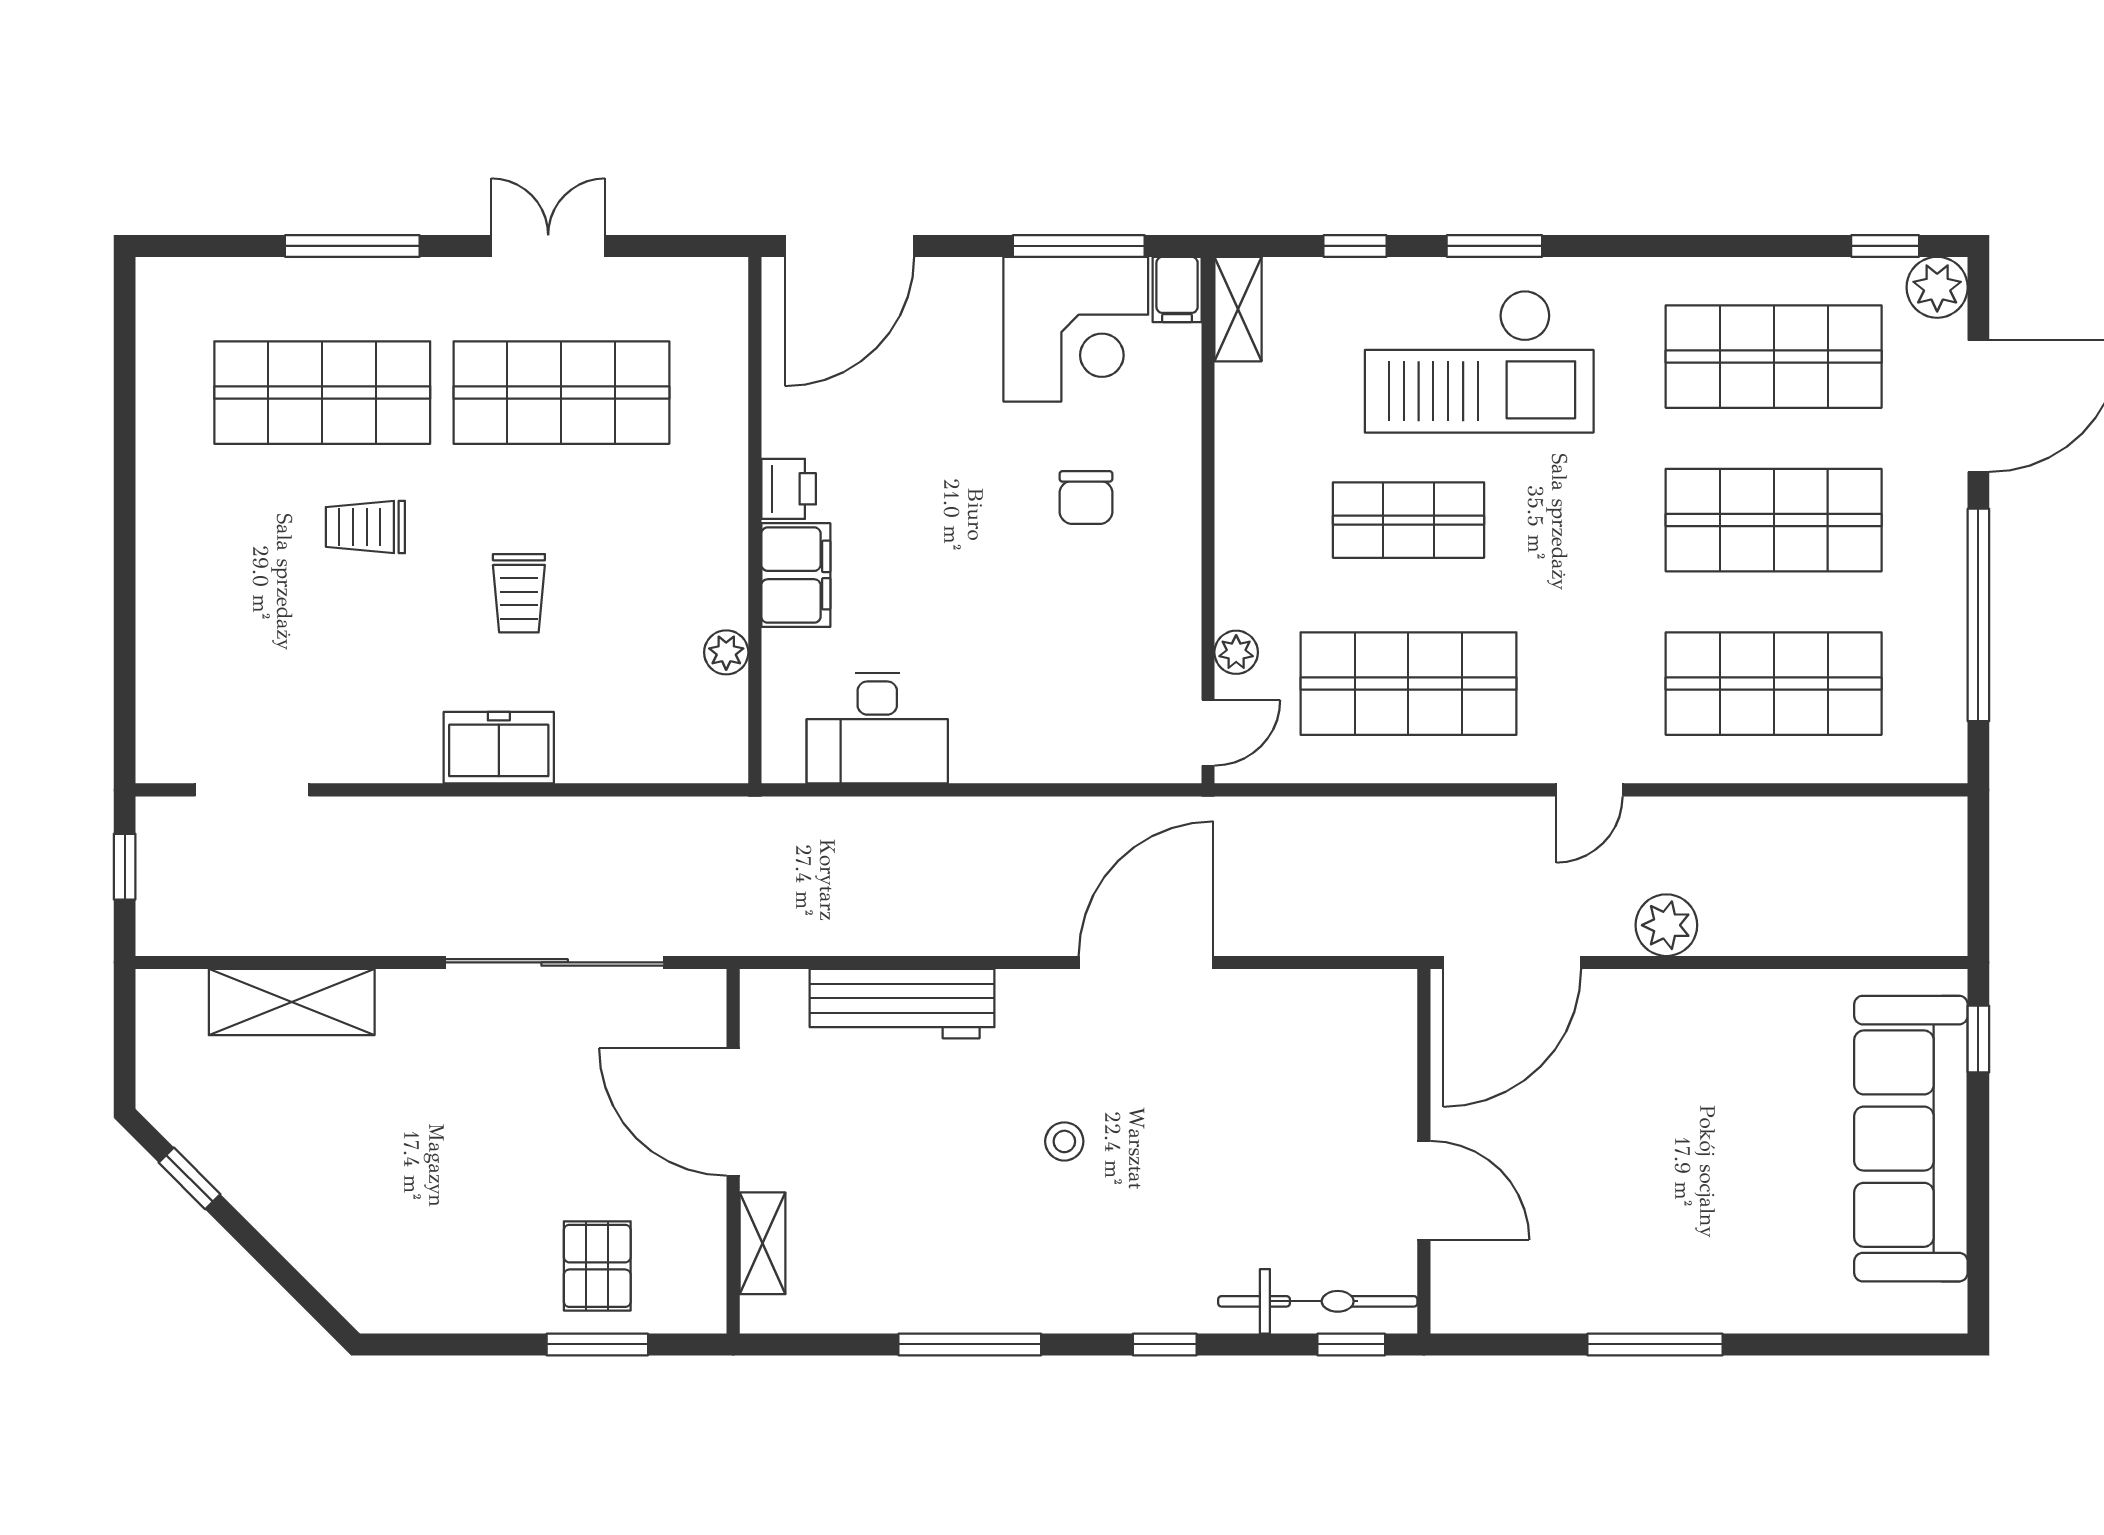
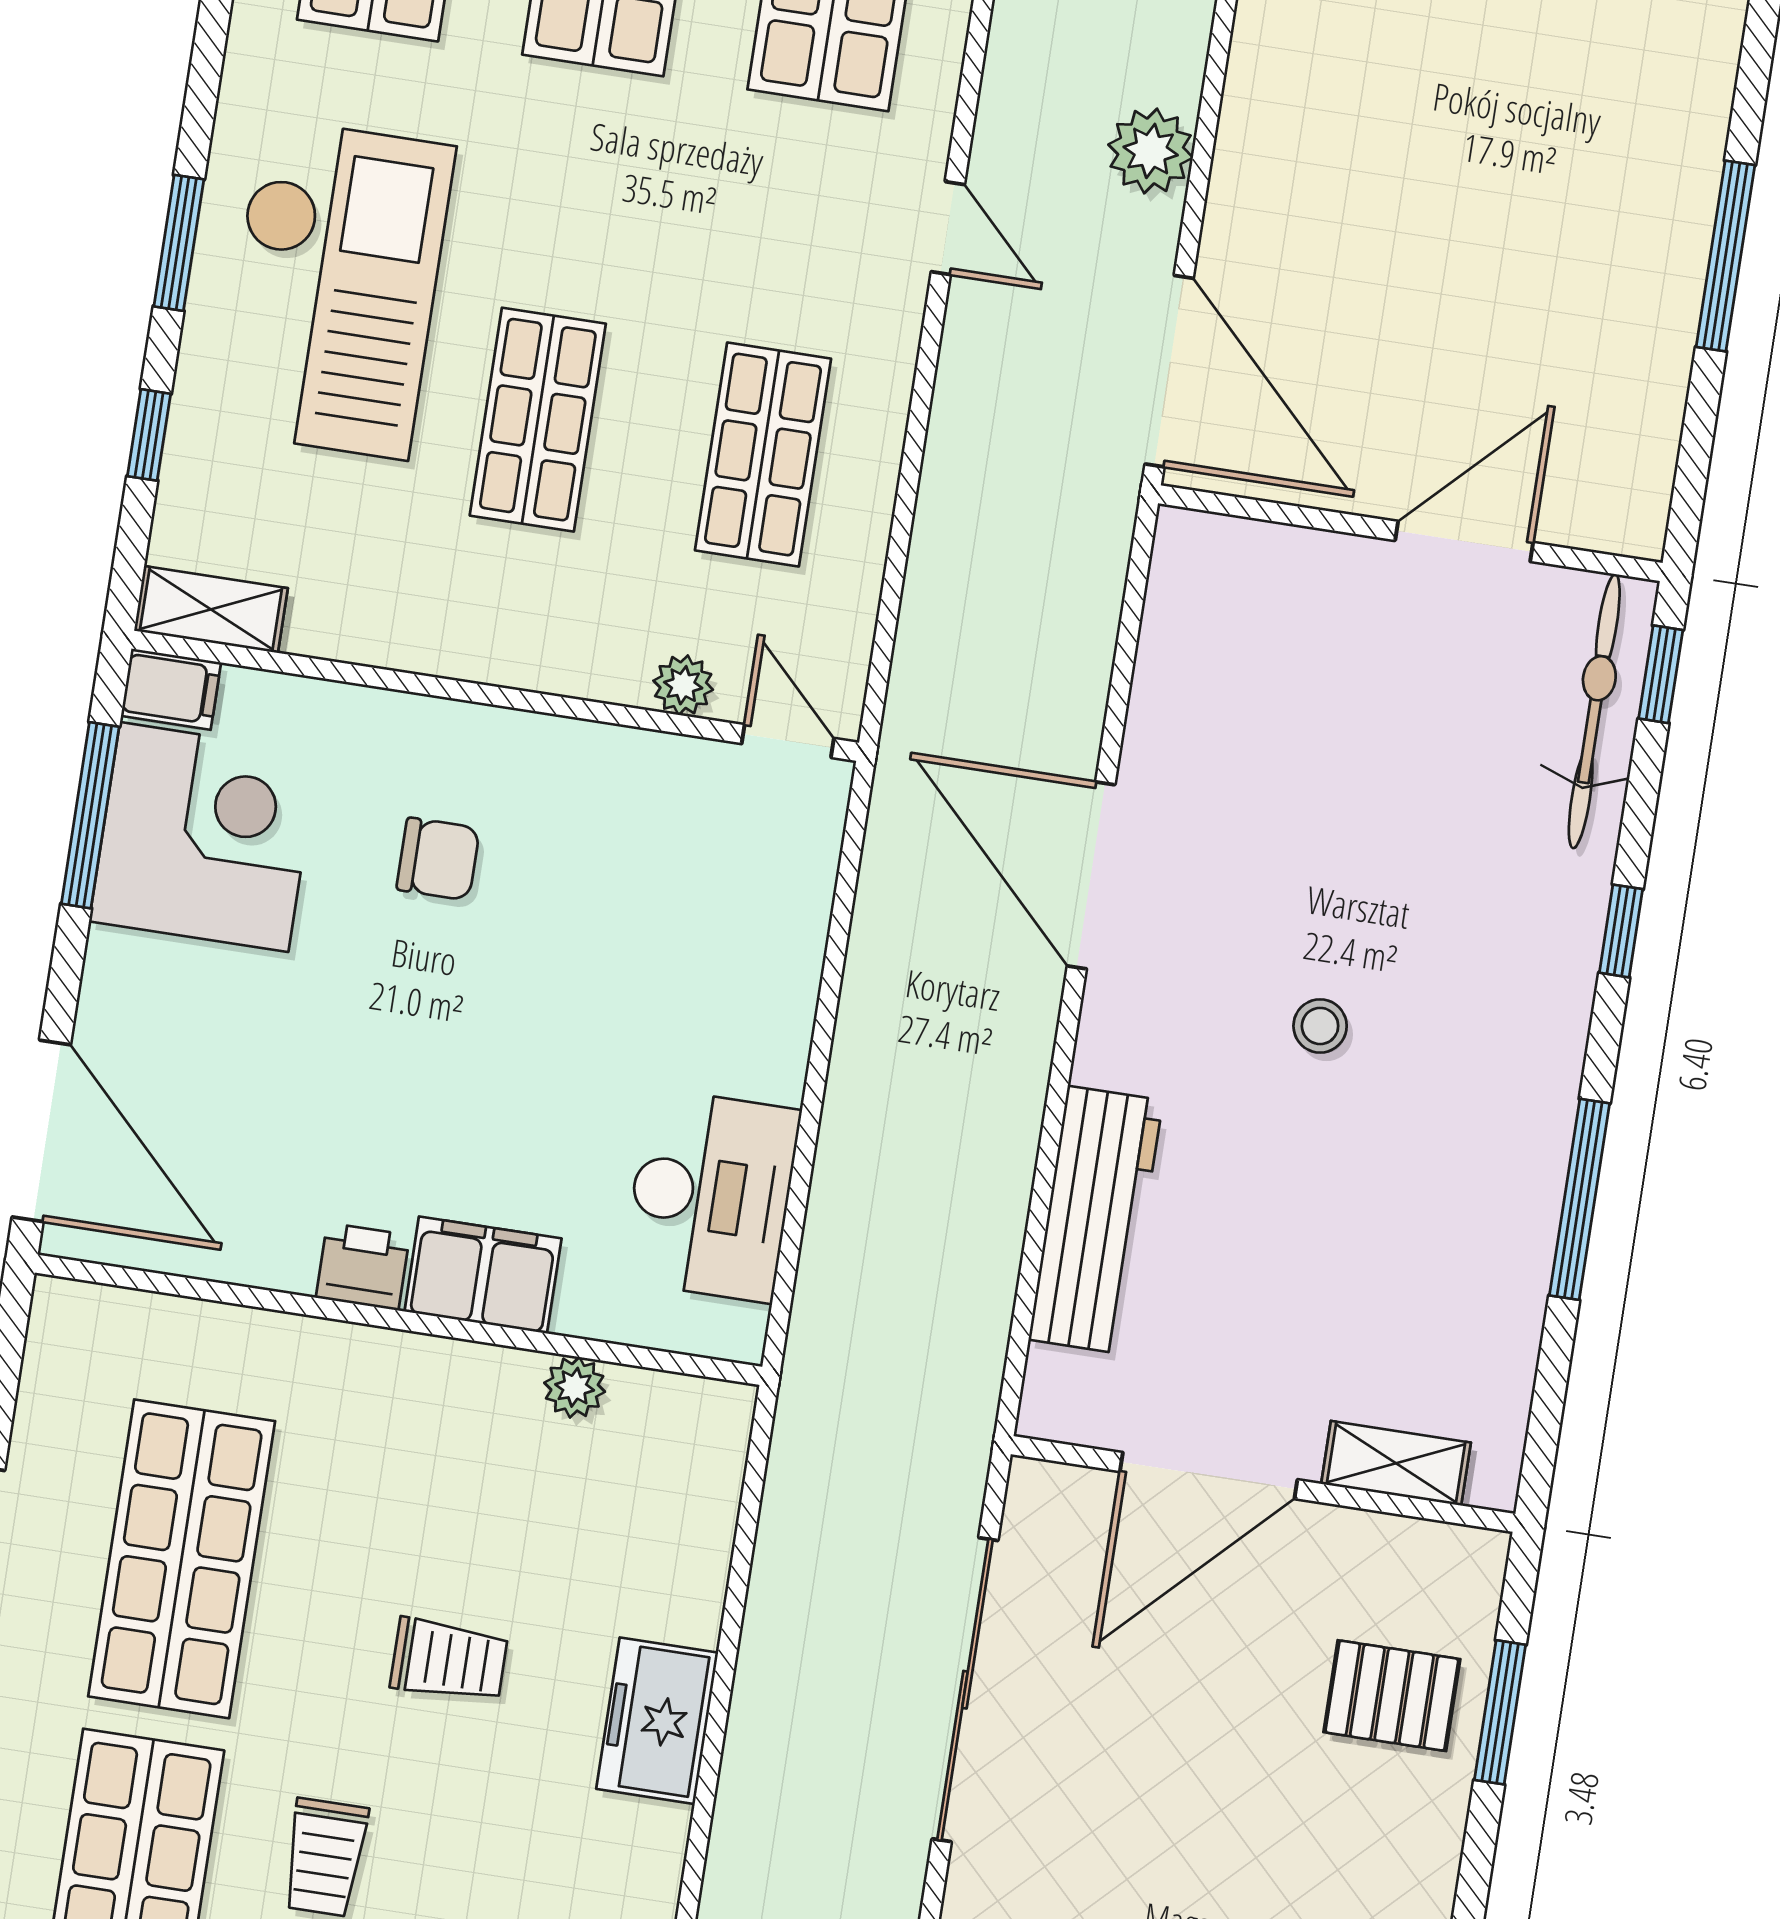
shop shelf: (1408, 684) -> (763, 455), width x0.70, depth x0.74

